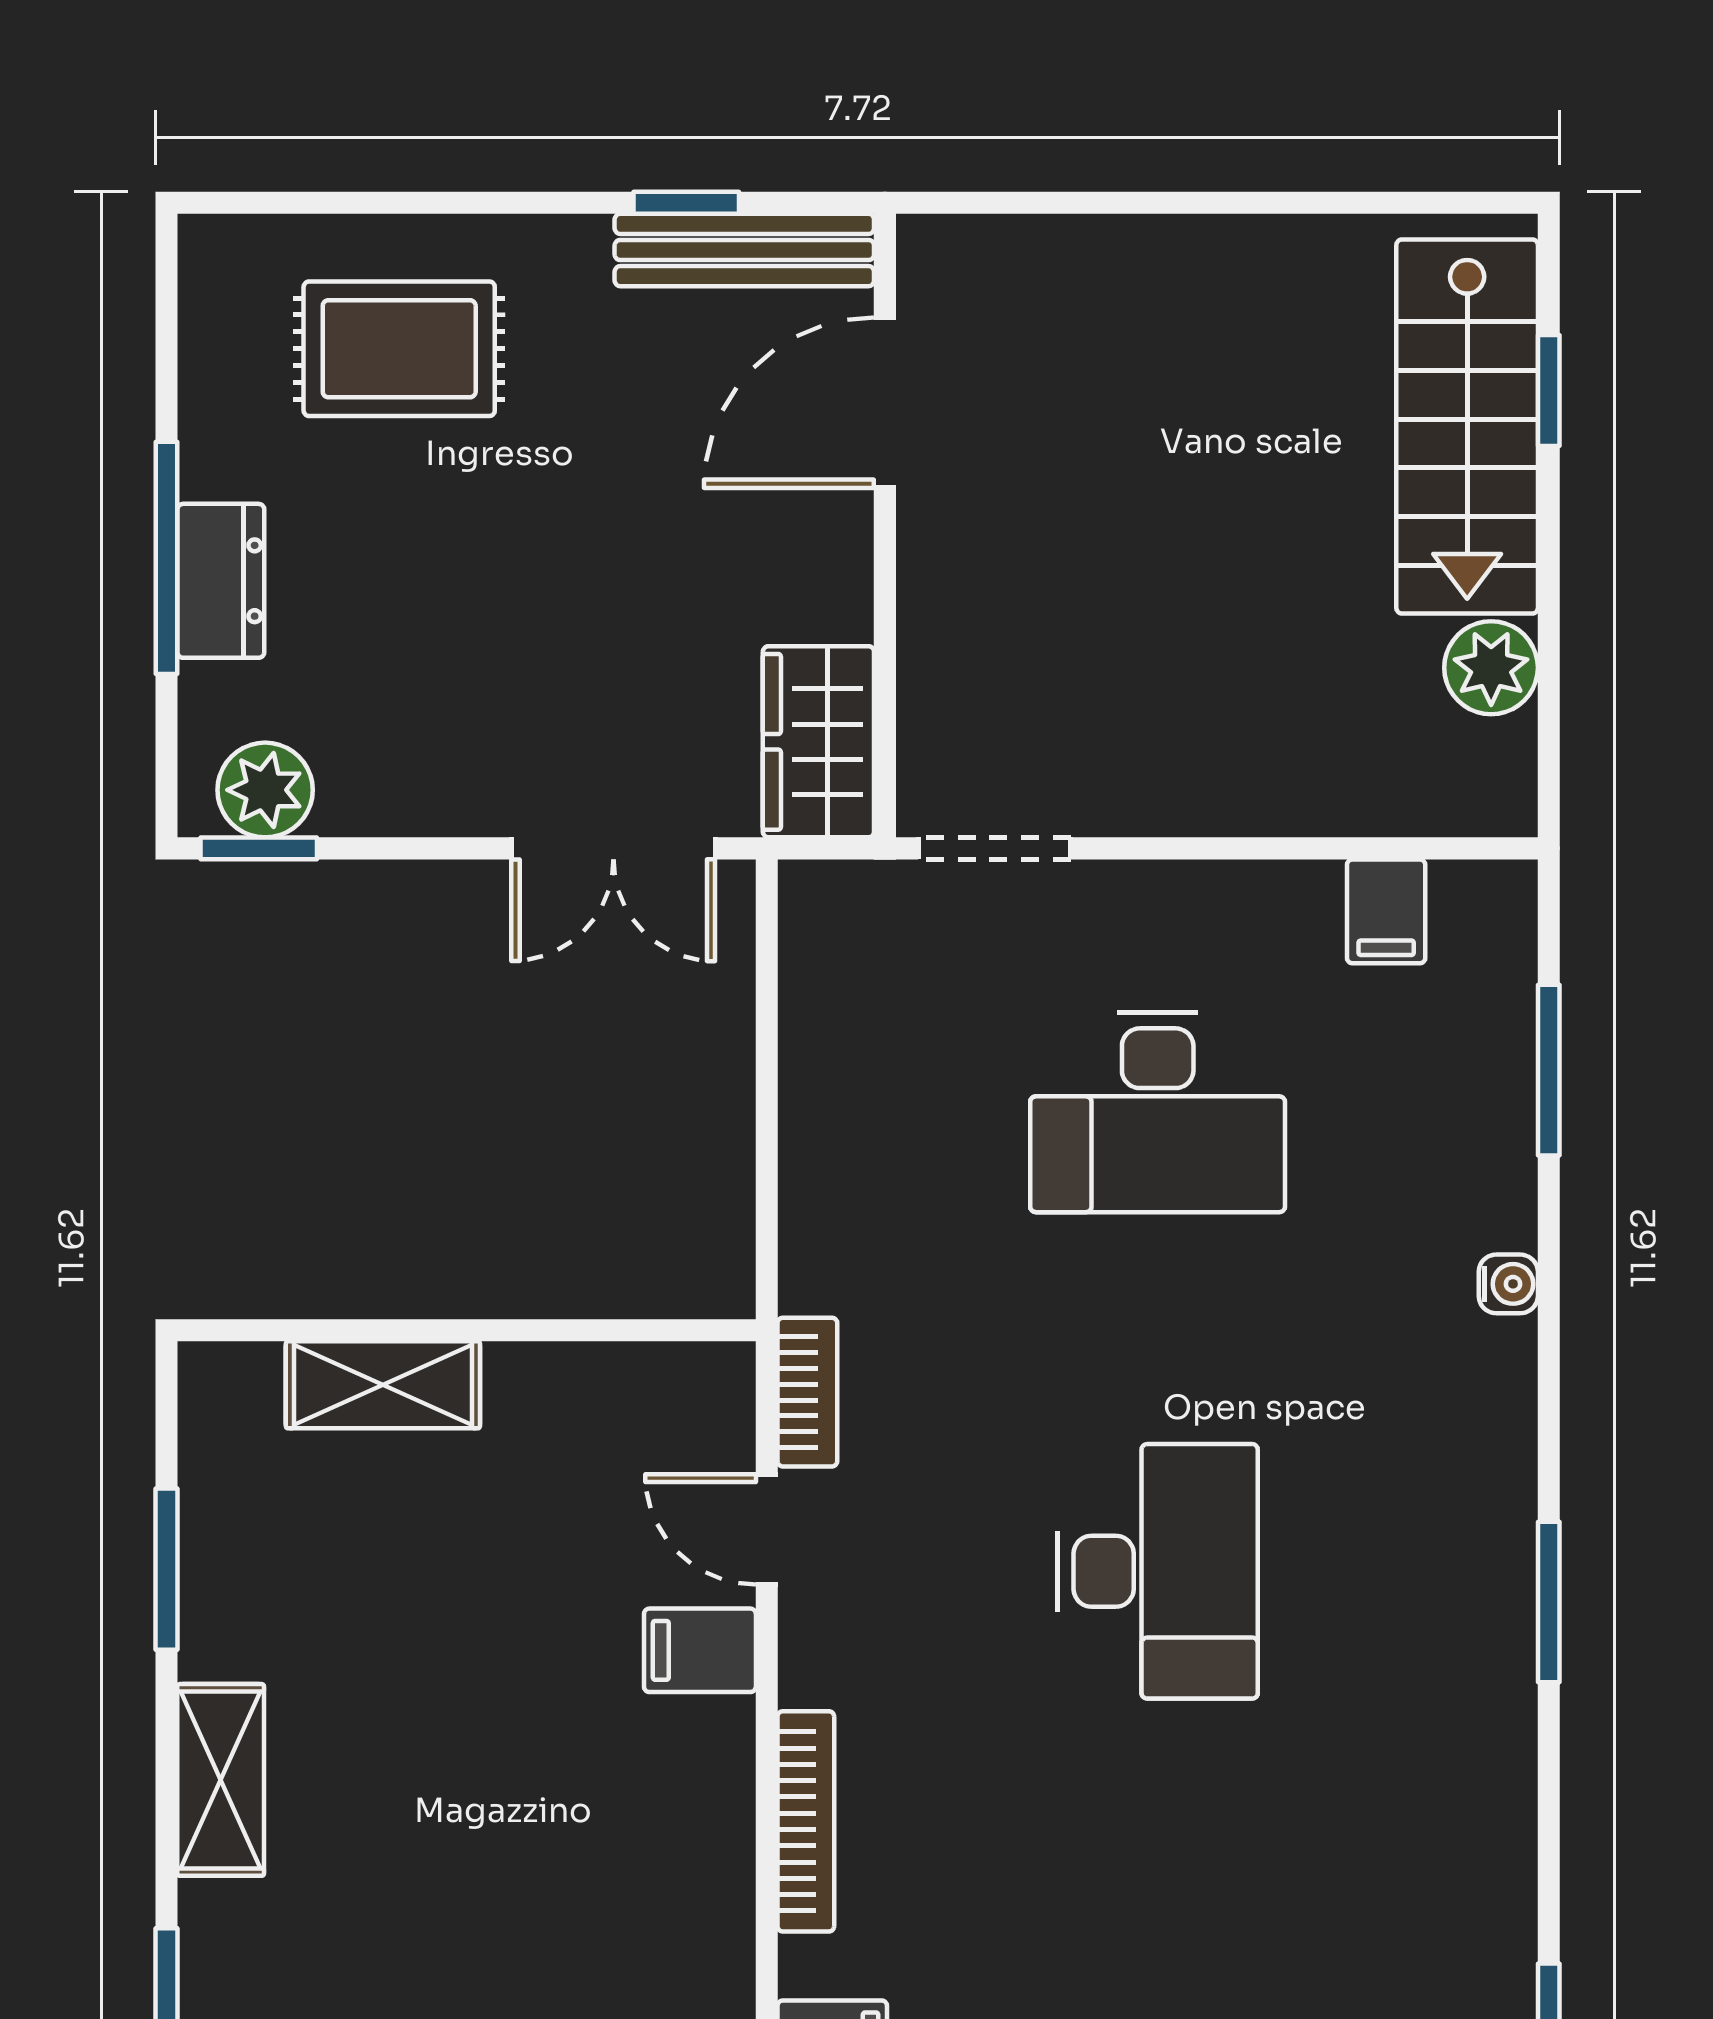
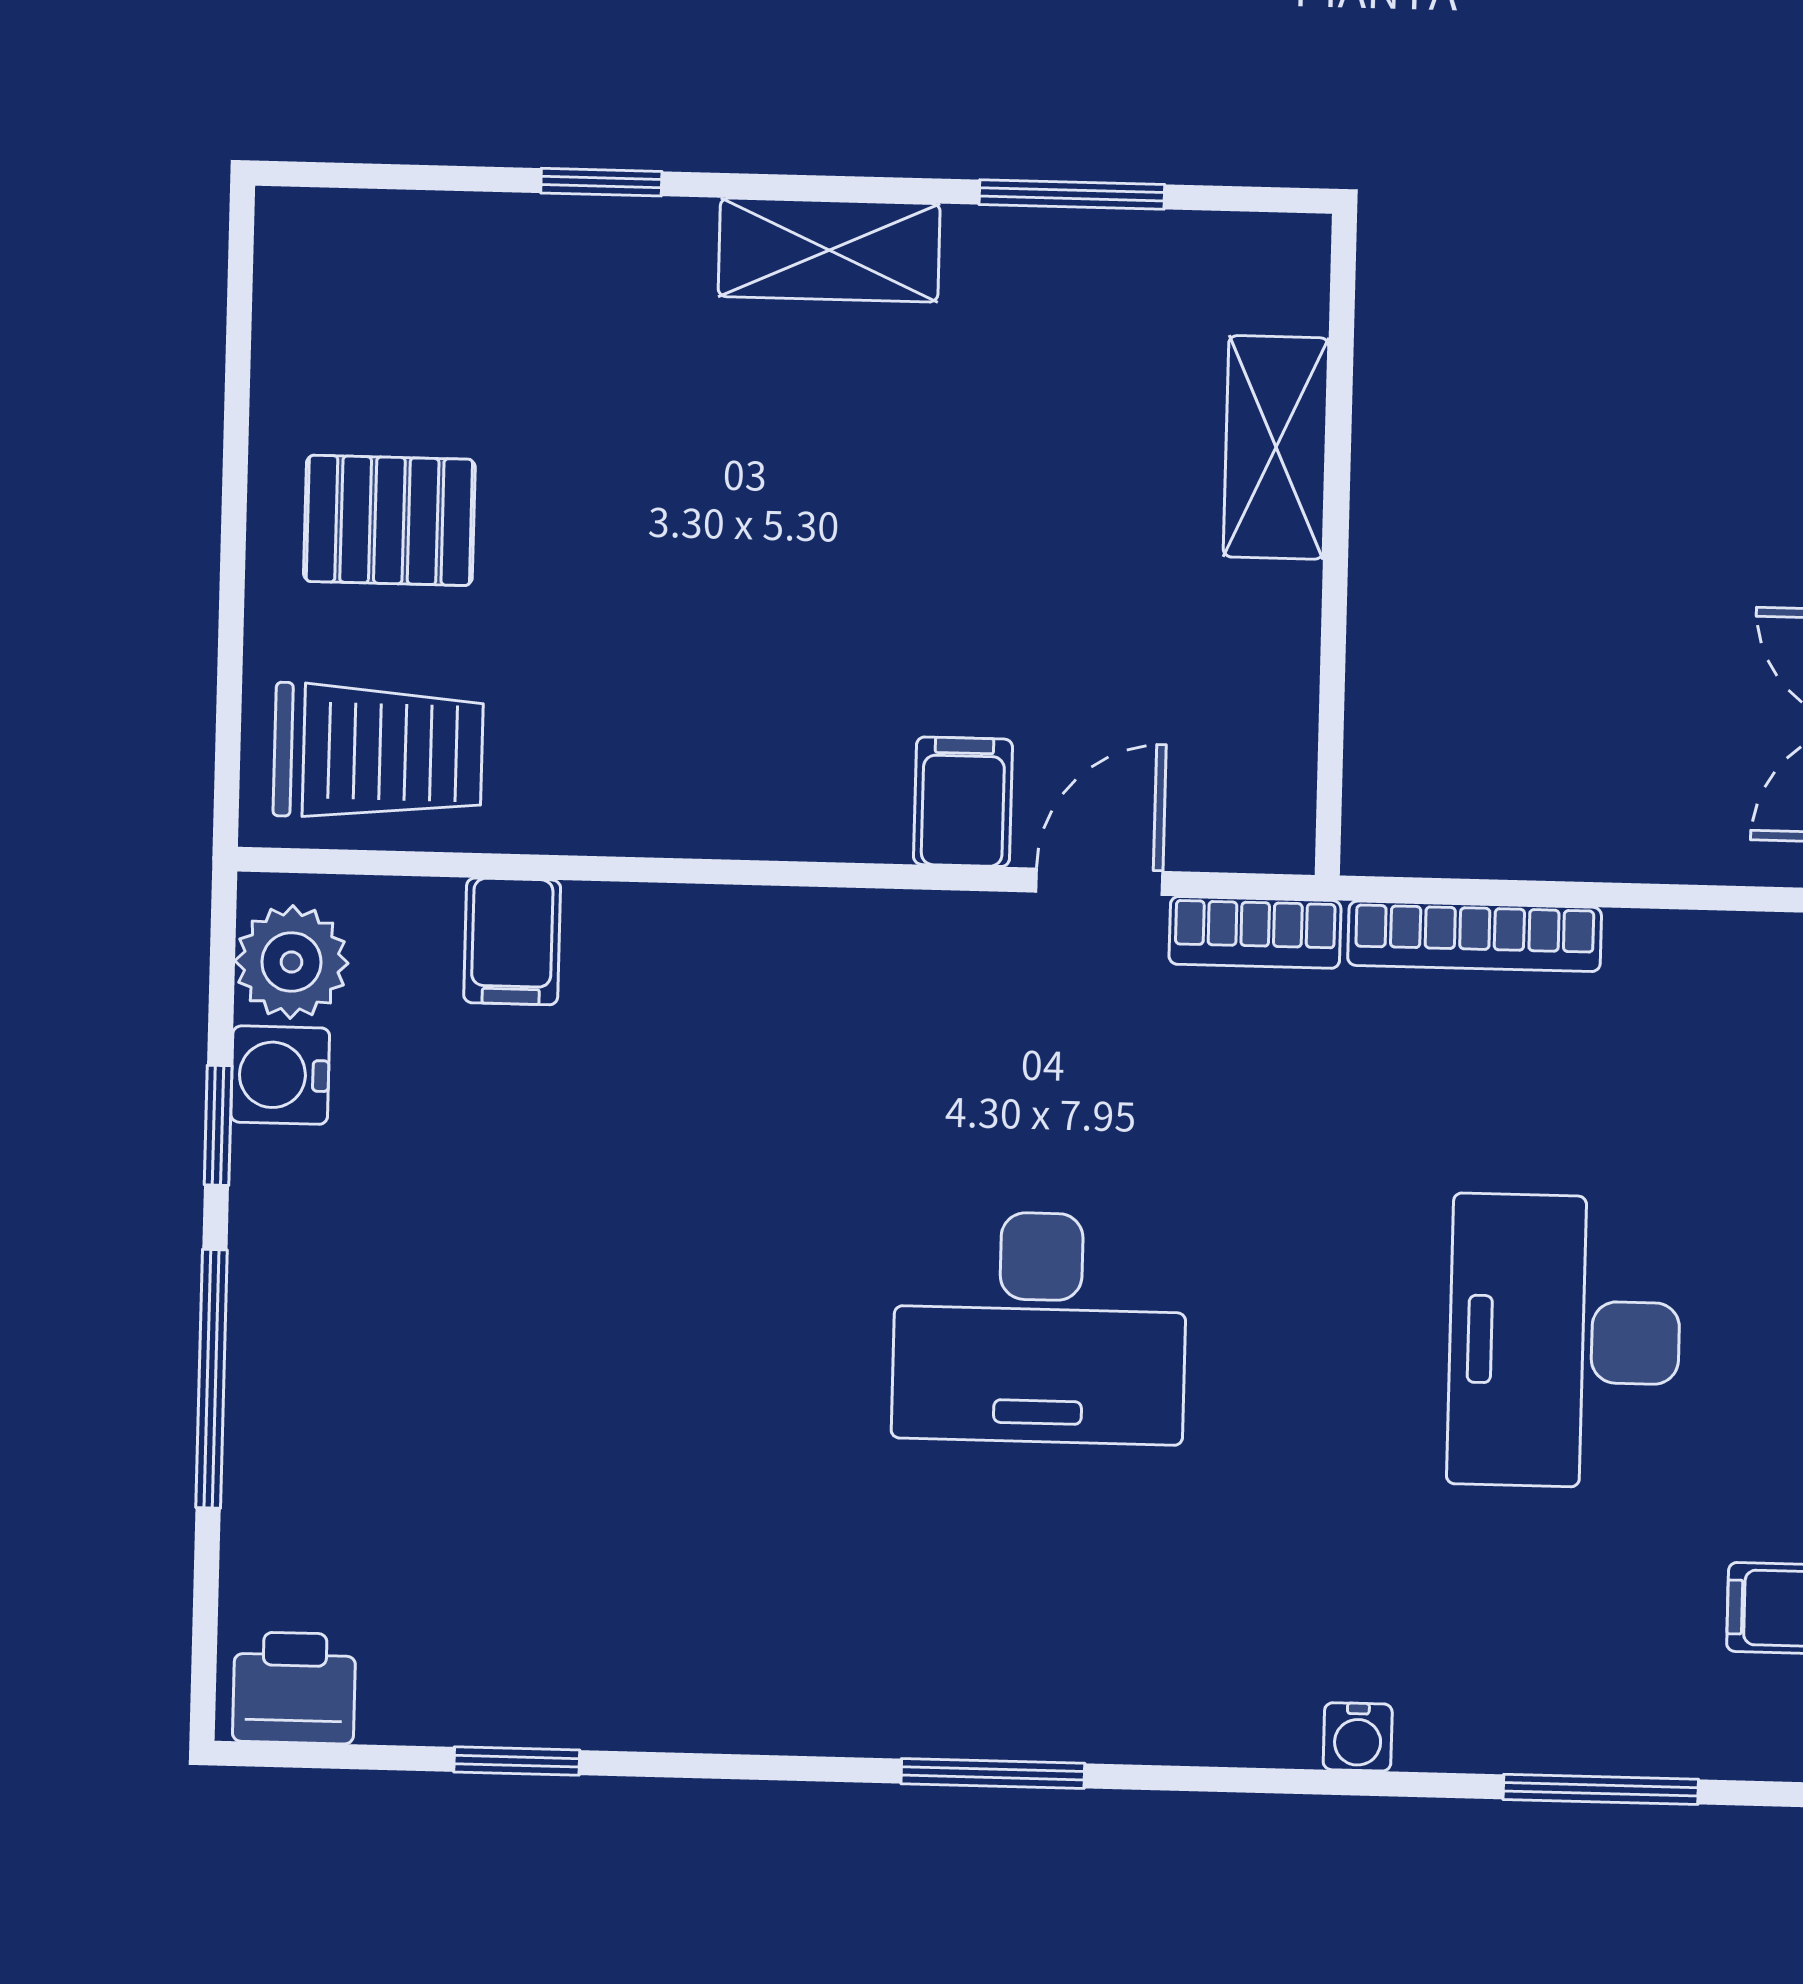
bookcase: (806, 1821) -> (1475, 936), moved

